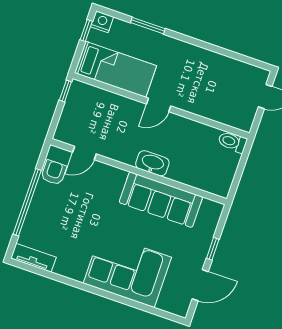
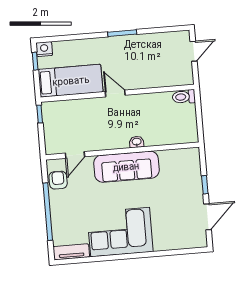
window: (148, 26) -> (122, 33), moved
door: (159, 105) -> (115, 93), swing flipped
washbasin: (152, 163) -> (137, 142), width x0.52, depth x0.69
sofa: (161, 200) -> (126, 167), moved
corner sofa: (127, 270) -> (120, 232), moved

